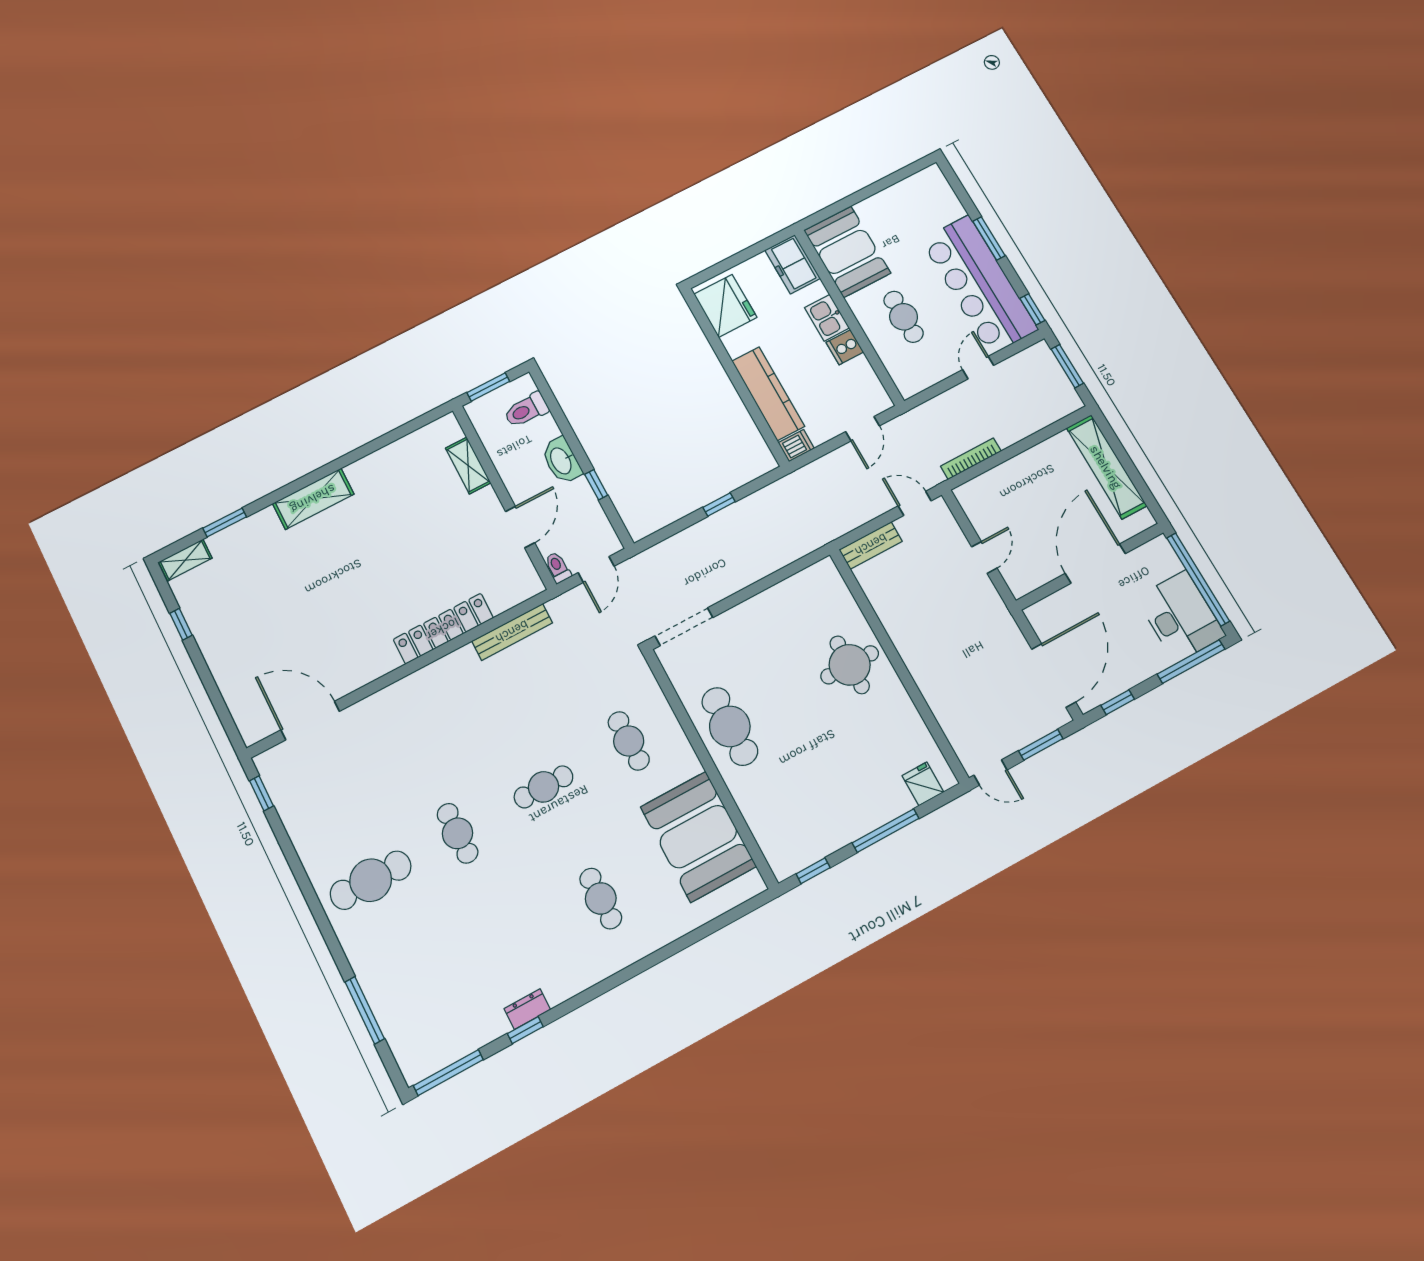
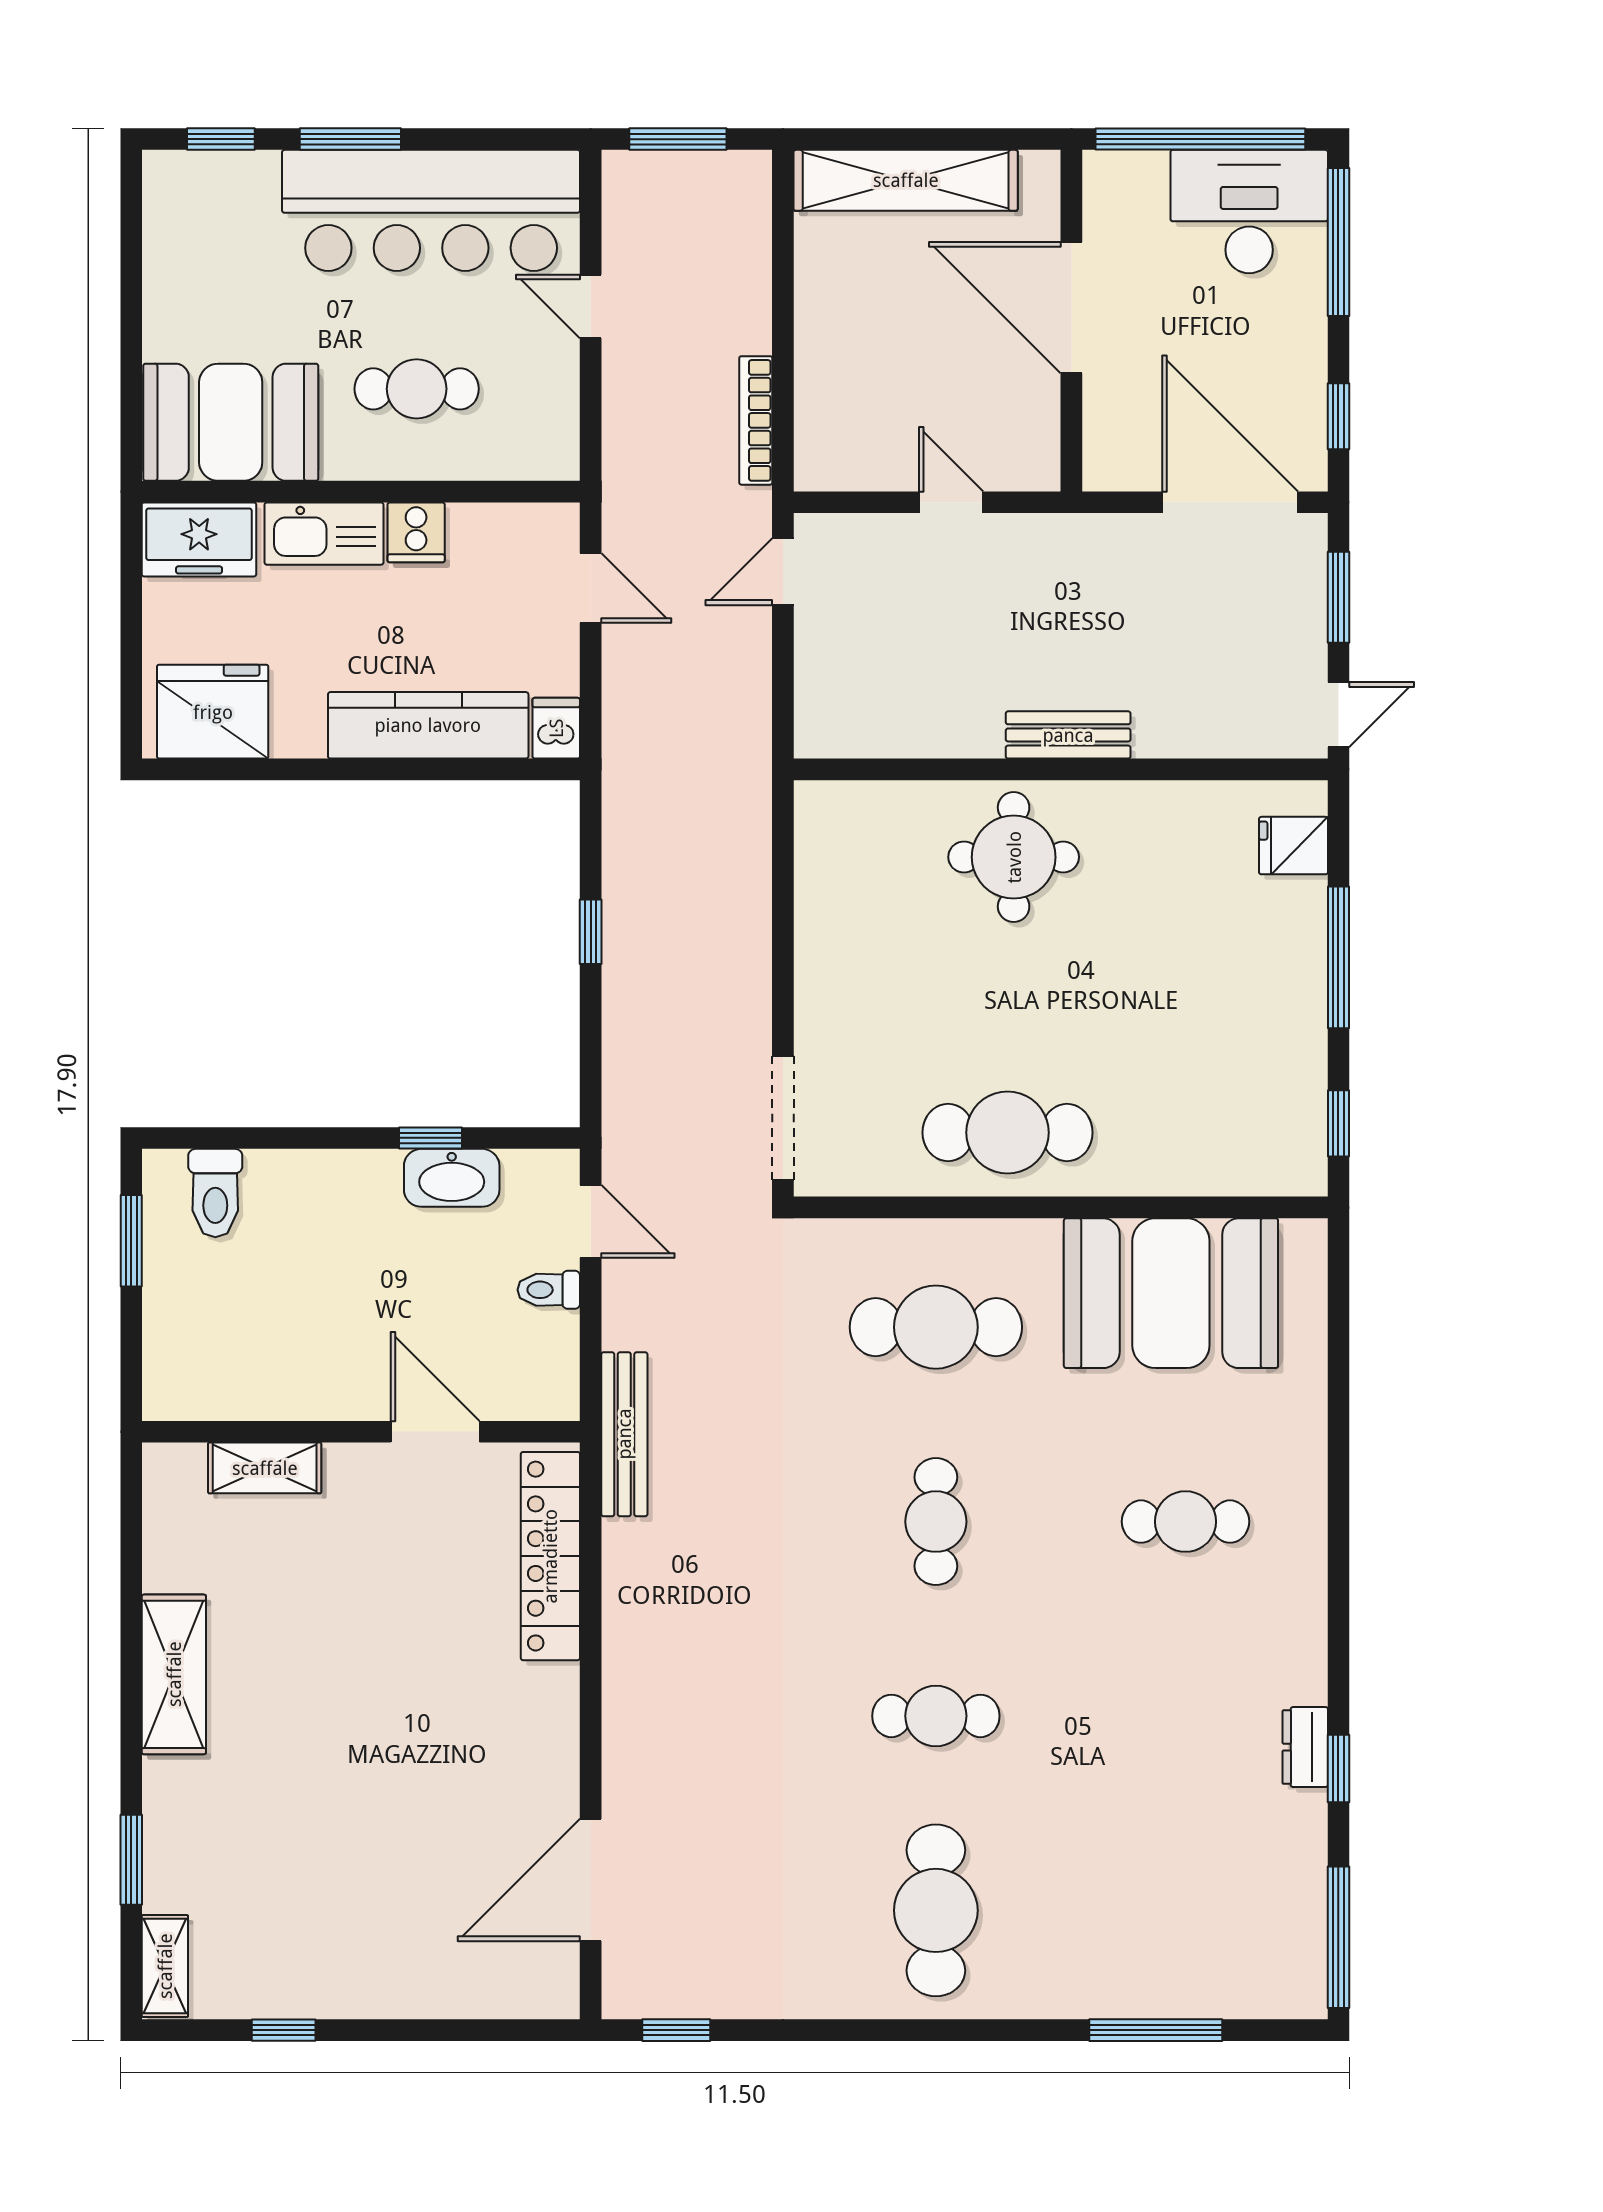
window: (1032, 309) -> (221, 139), moved
kitchen sink: (827, 318) -> (324, 534), width x1.38
washbasin: (561, 461) -> (452, 1178), moved
shelving: (468, 465) -> (265, 1468), moved
wall: (504, 497) -> (361, 1432), moved
door: (520, 527) -> (435, 1432), moved
bench: (871, 545) -> (1068, 735), moved, turned 90
cafe table: (629, 741) -> (936, 1327), width x1.37, depth x1.35

